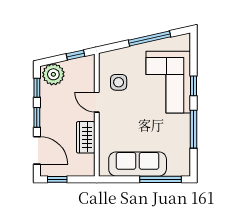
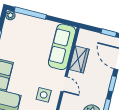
sofa: (138, 164) -> (62, 47), moved, turned 90
plant: (185, 170) -> (10, 15), added

